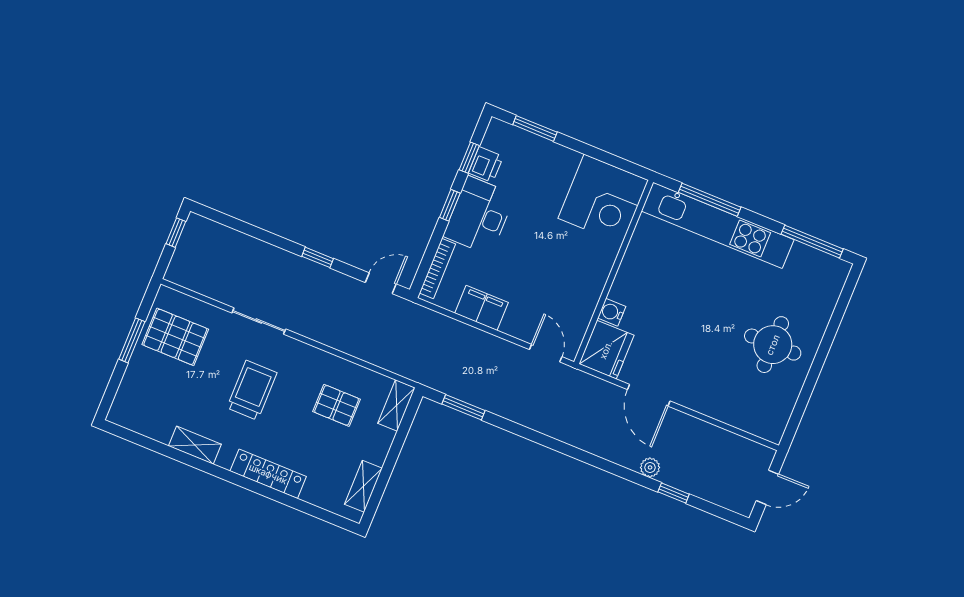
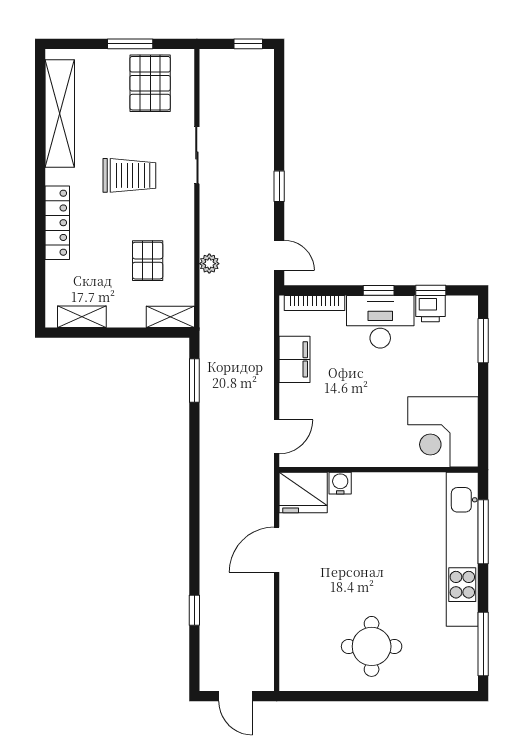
shelving: (195, 445) -> (60, 113), width x2.20, depth x1.33
plant: (650, 467) -> (209, 264), moved

